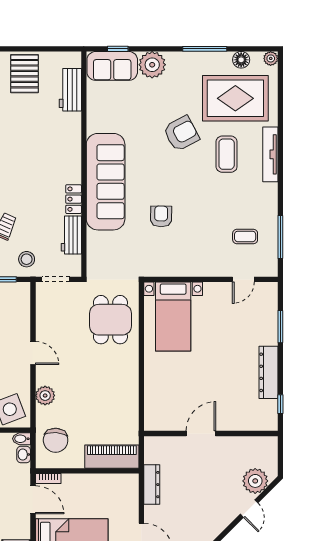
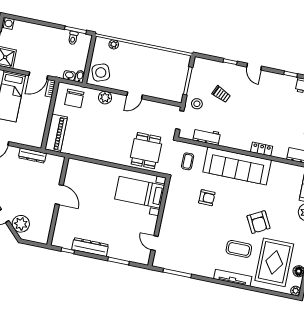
locker: (74, 199) -> (262, 149), moved
coffee table: (245, 236) -> (188, 161), moved
dining table: (110, 320) -> (146, 151), turned 90
chair: (56, 440) -> (74, 98), turned -94

